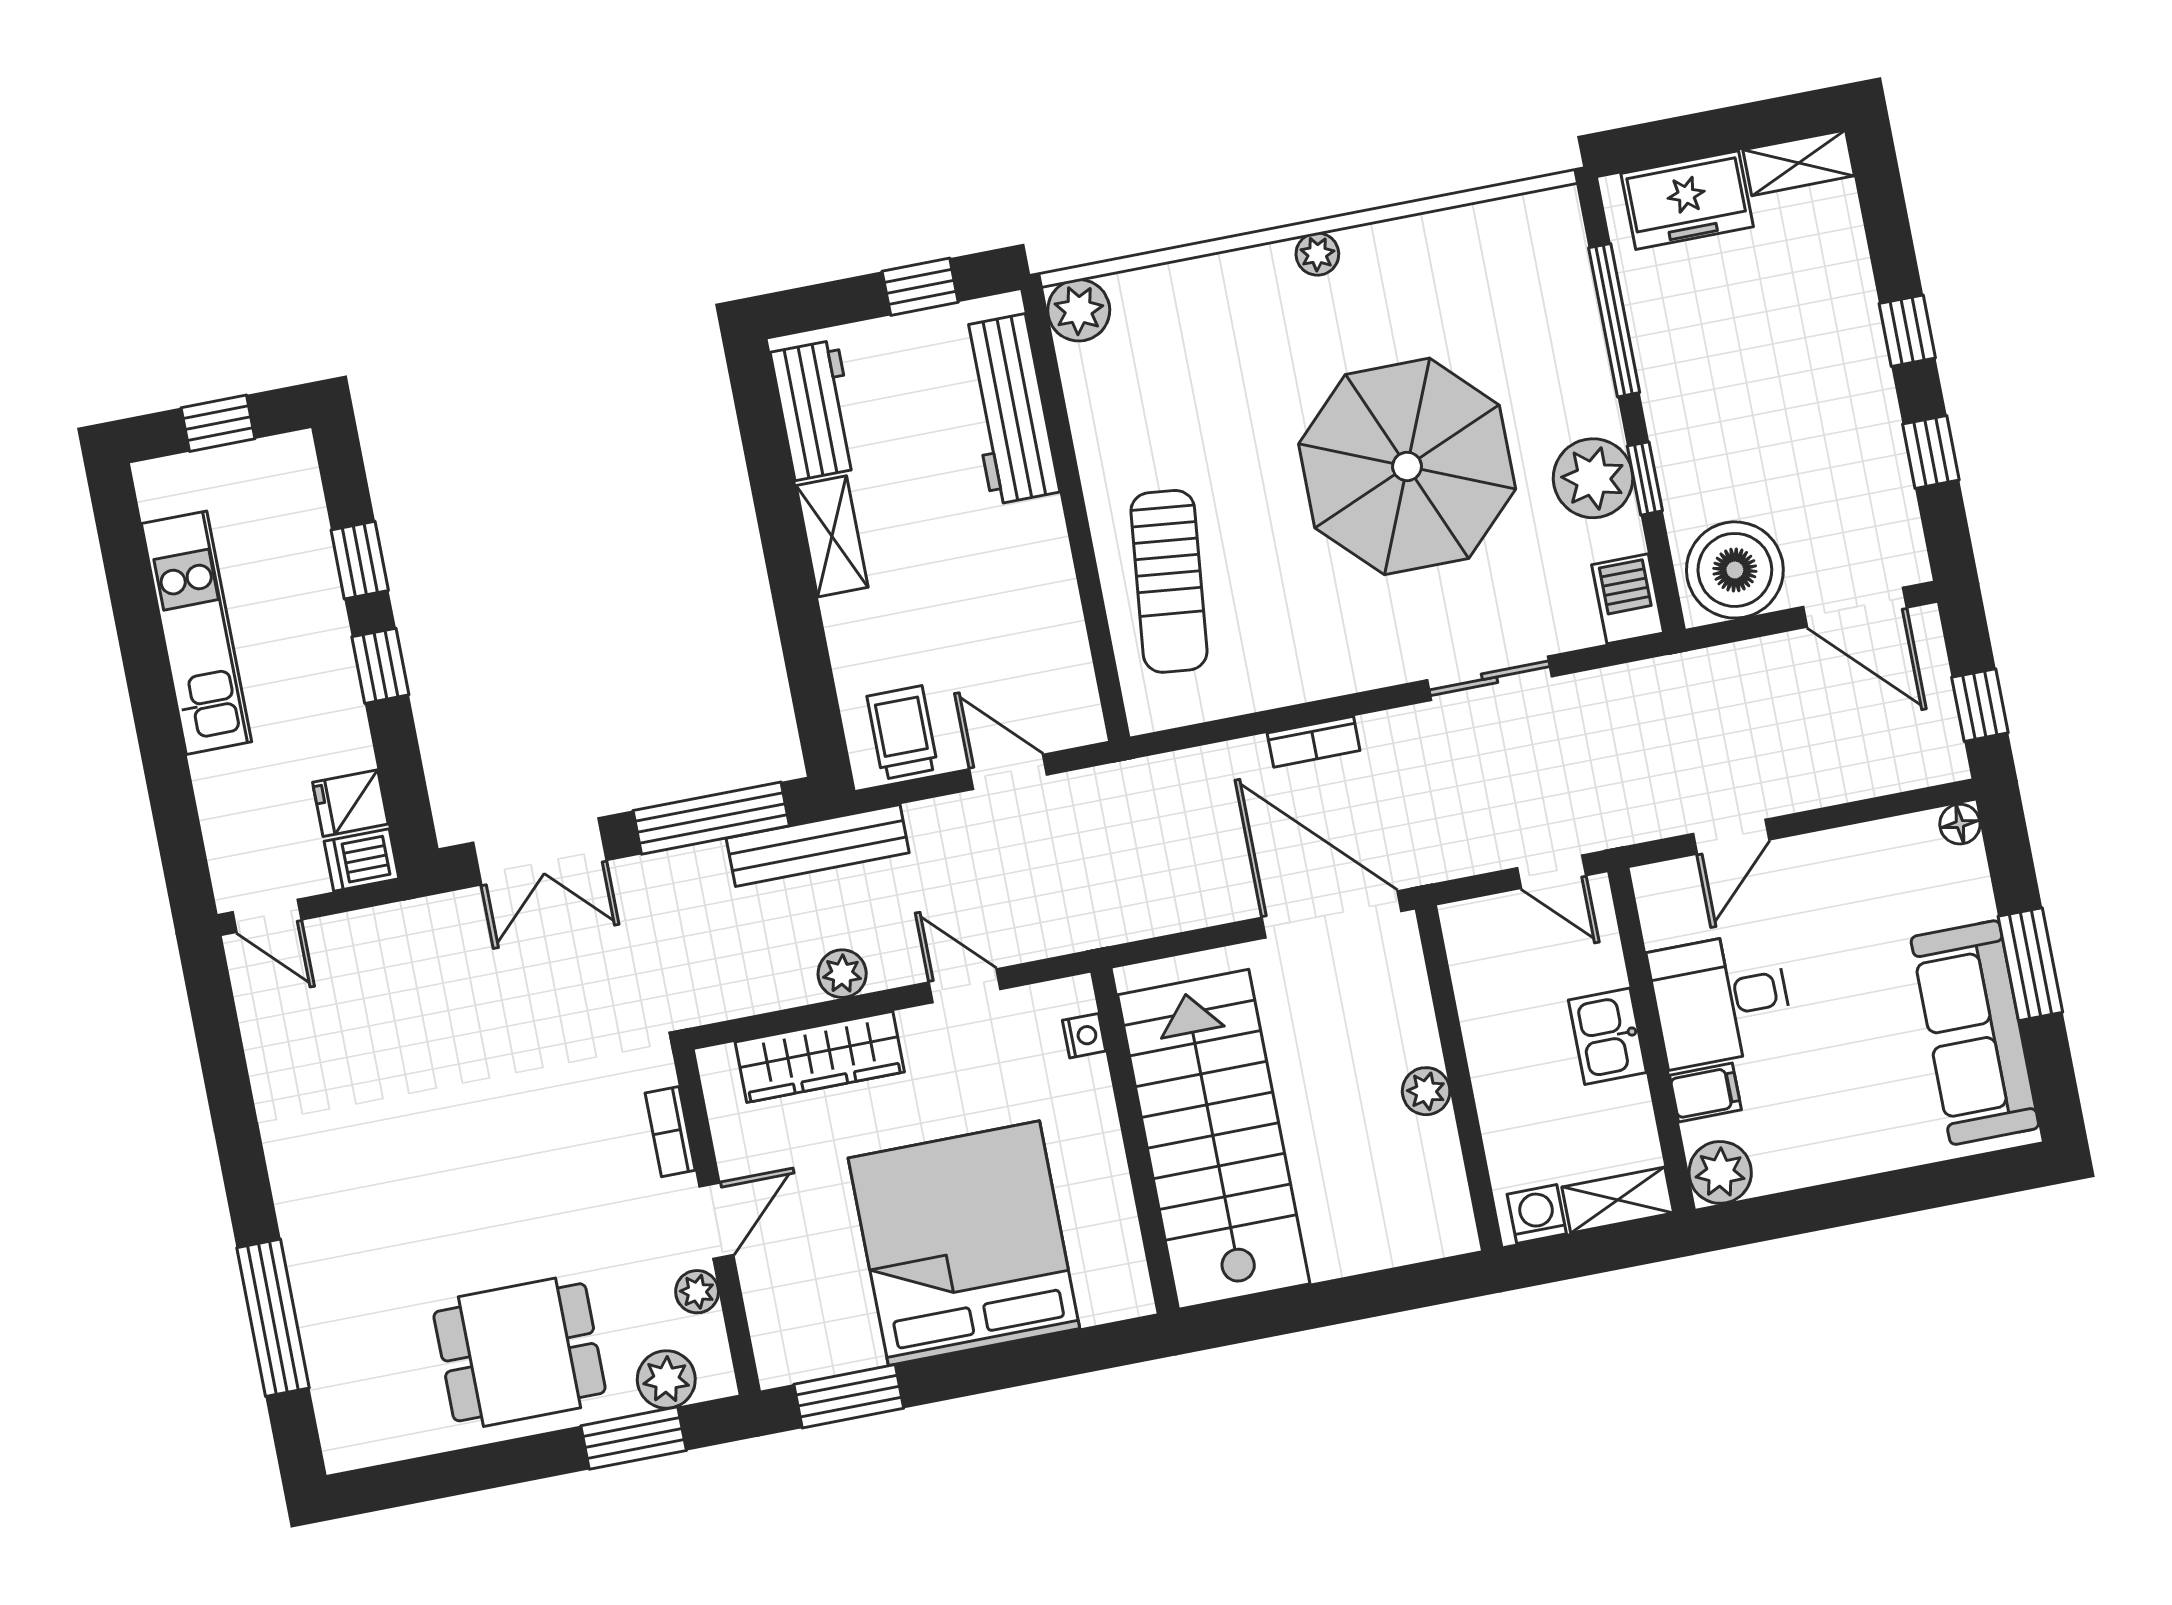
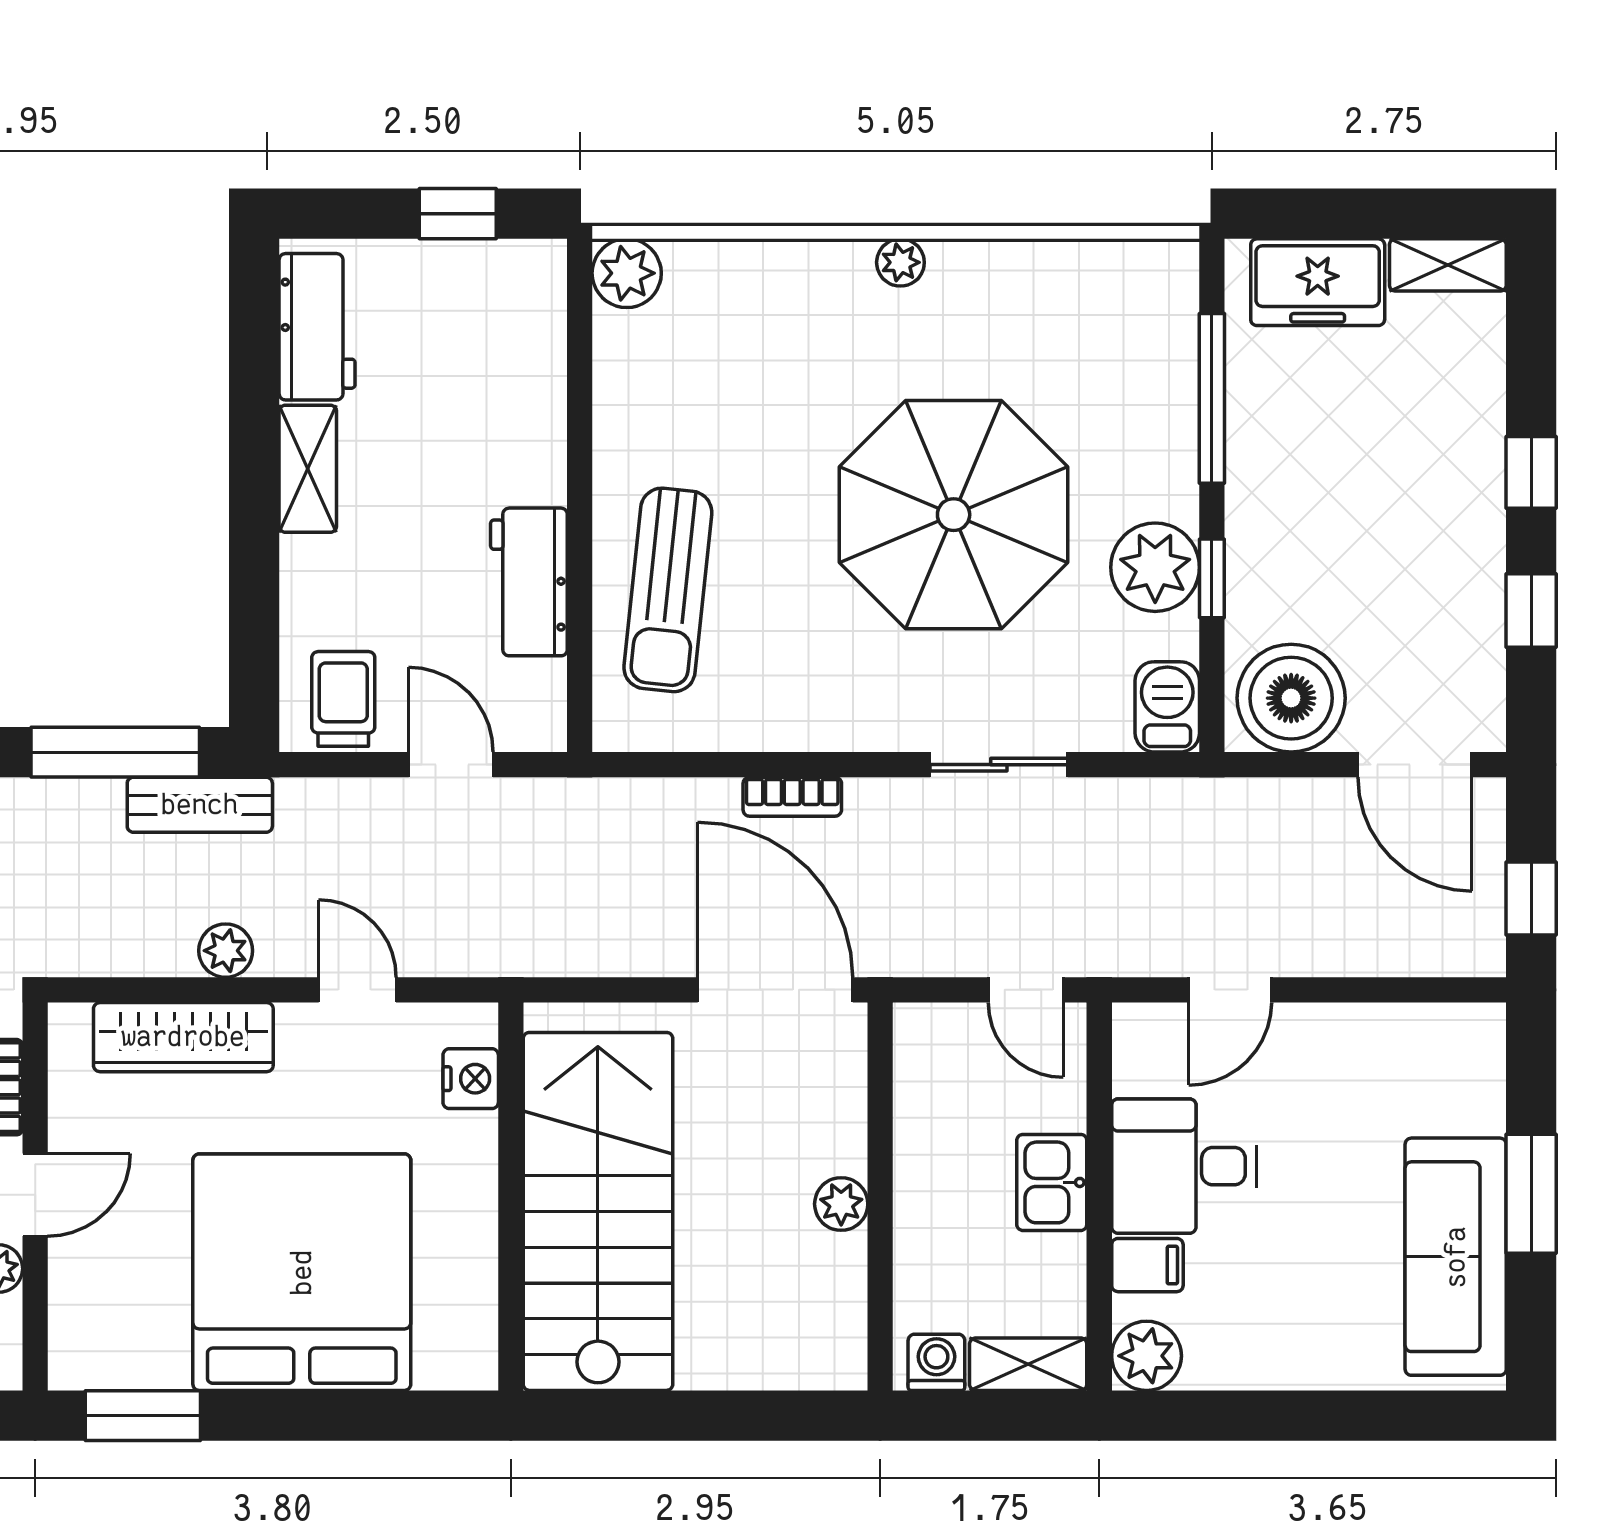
workbench: (1009, 409) -> (529, 582), moved, width x0.73
floor lamp: (1960, 824) -> (1484, 1025), removed
bench: (818, 846) -> (200, 805), width x0.73
nightstand: (1084, 1036) -> (471, 1079), width x1.39, depth x1.35

